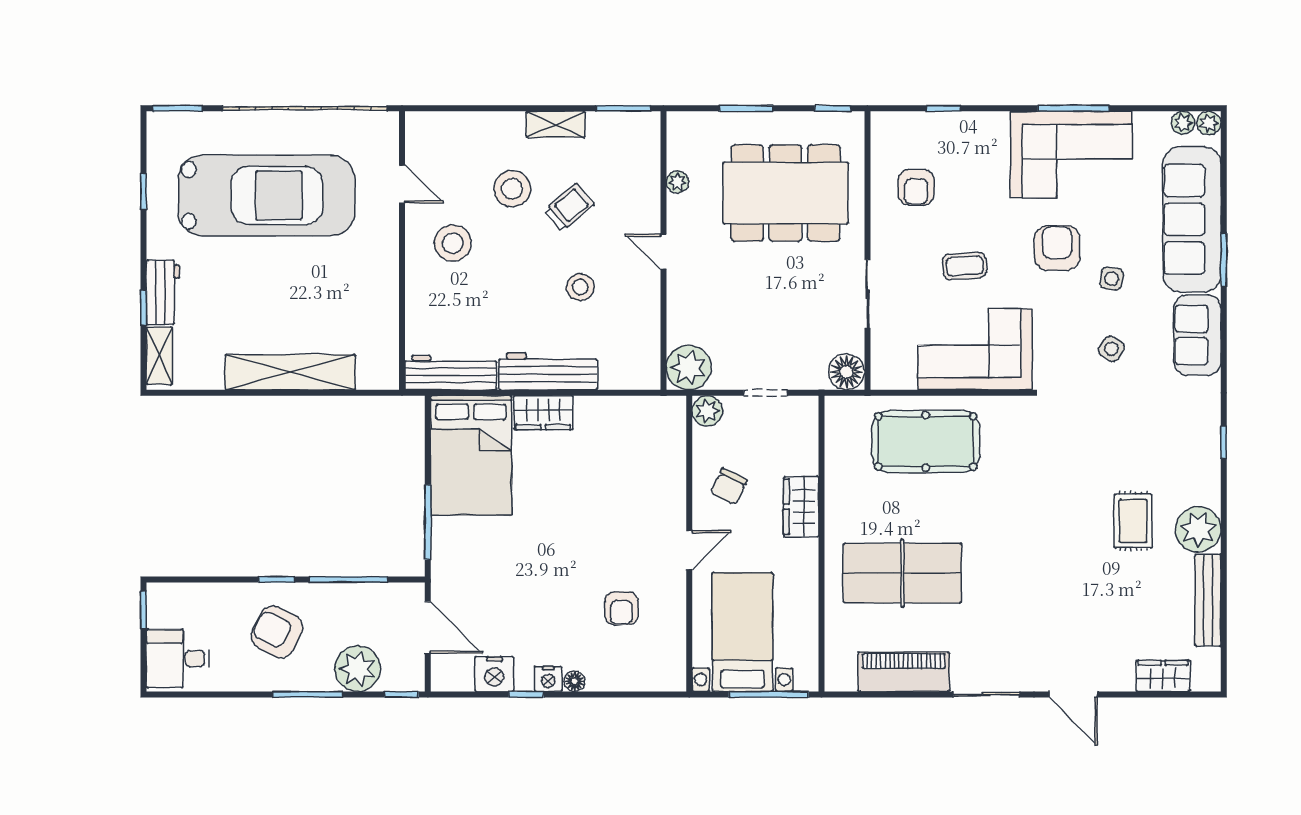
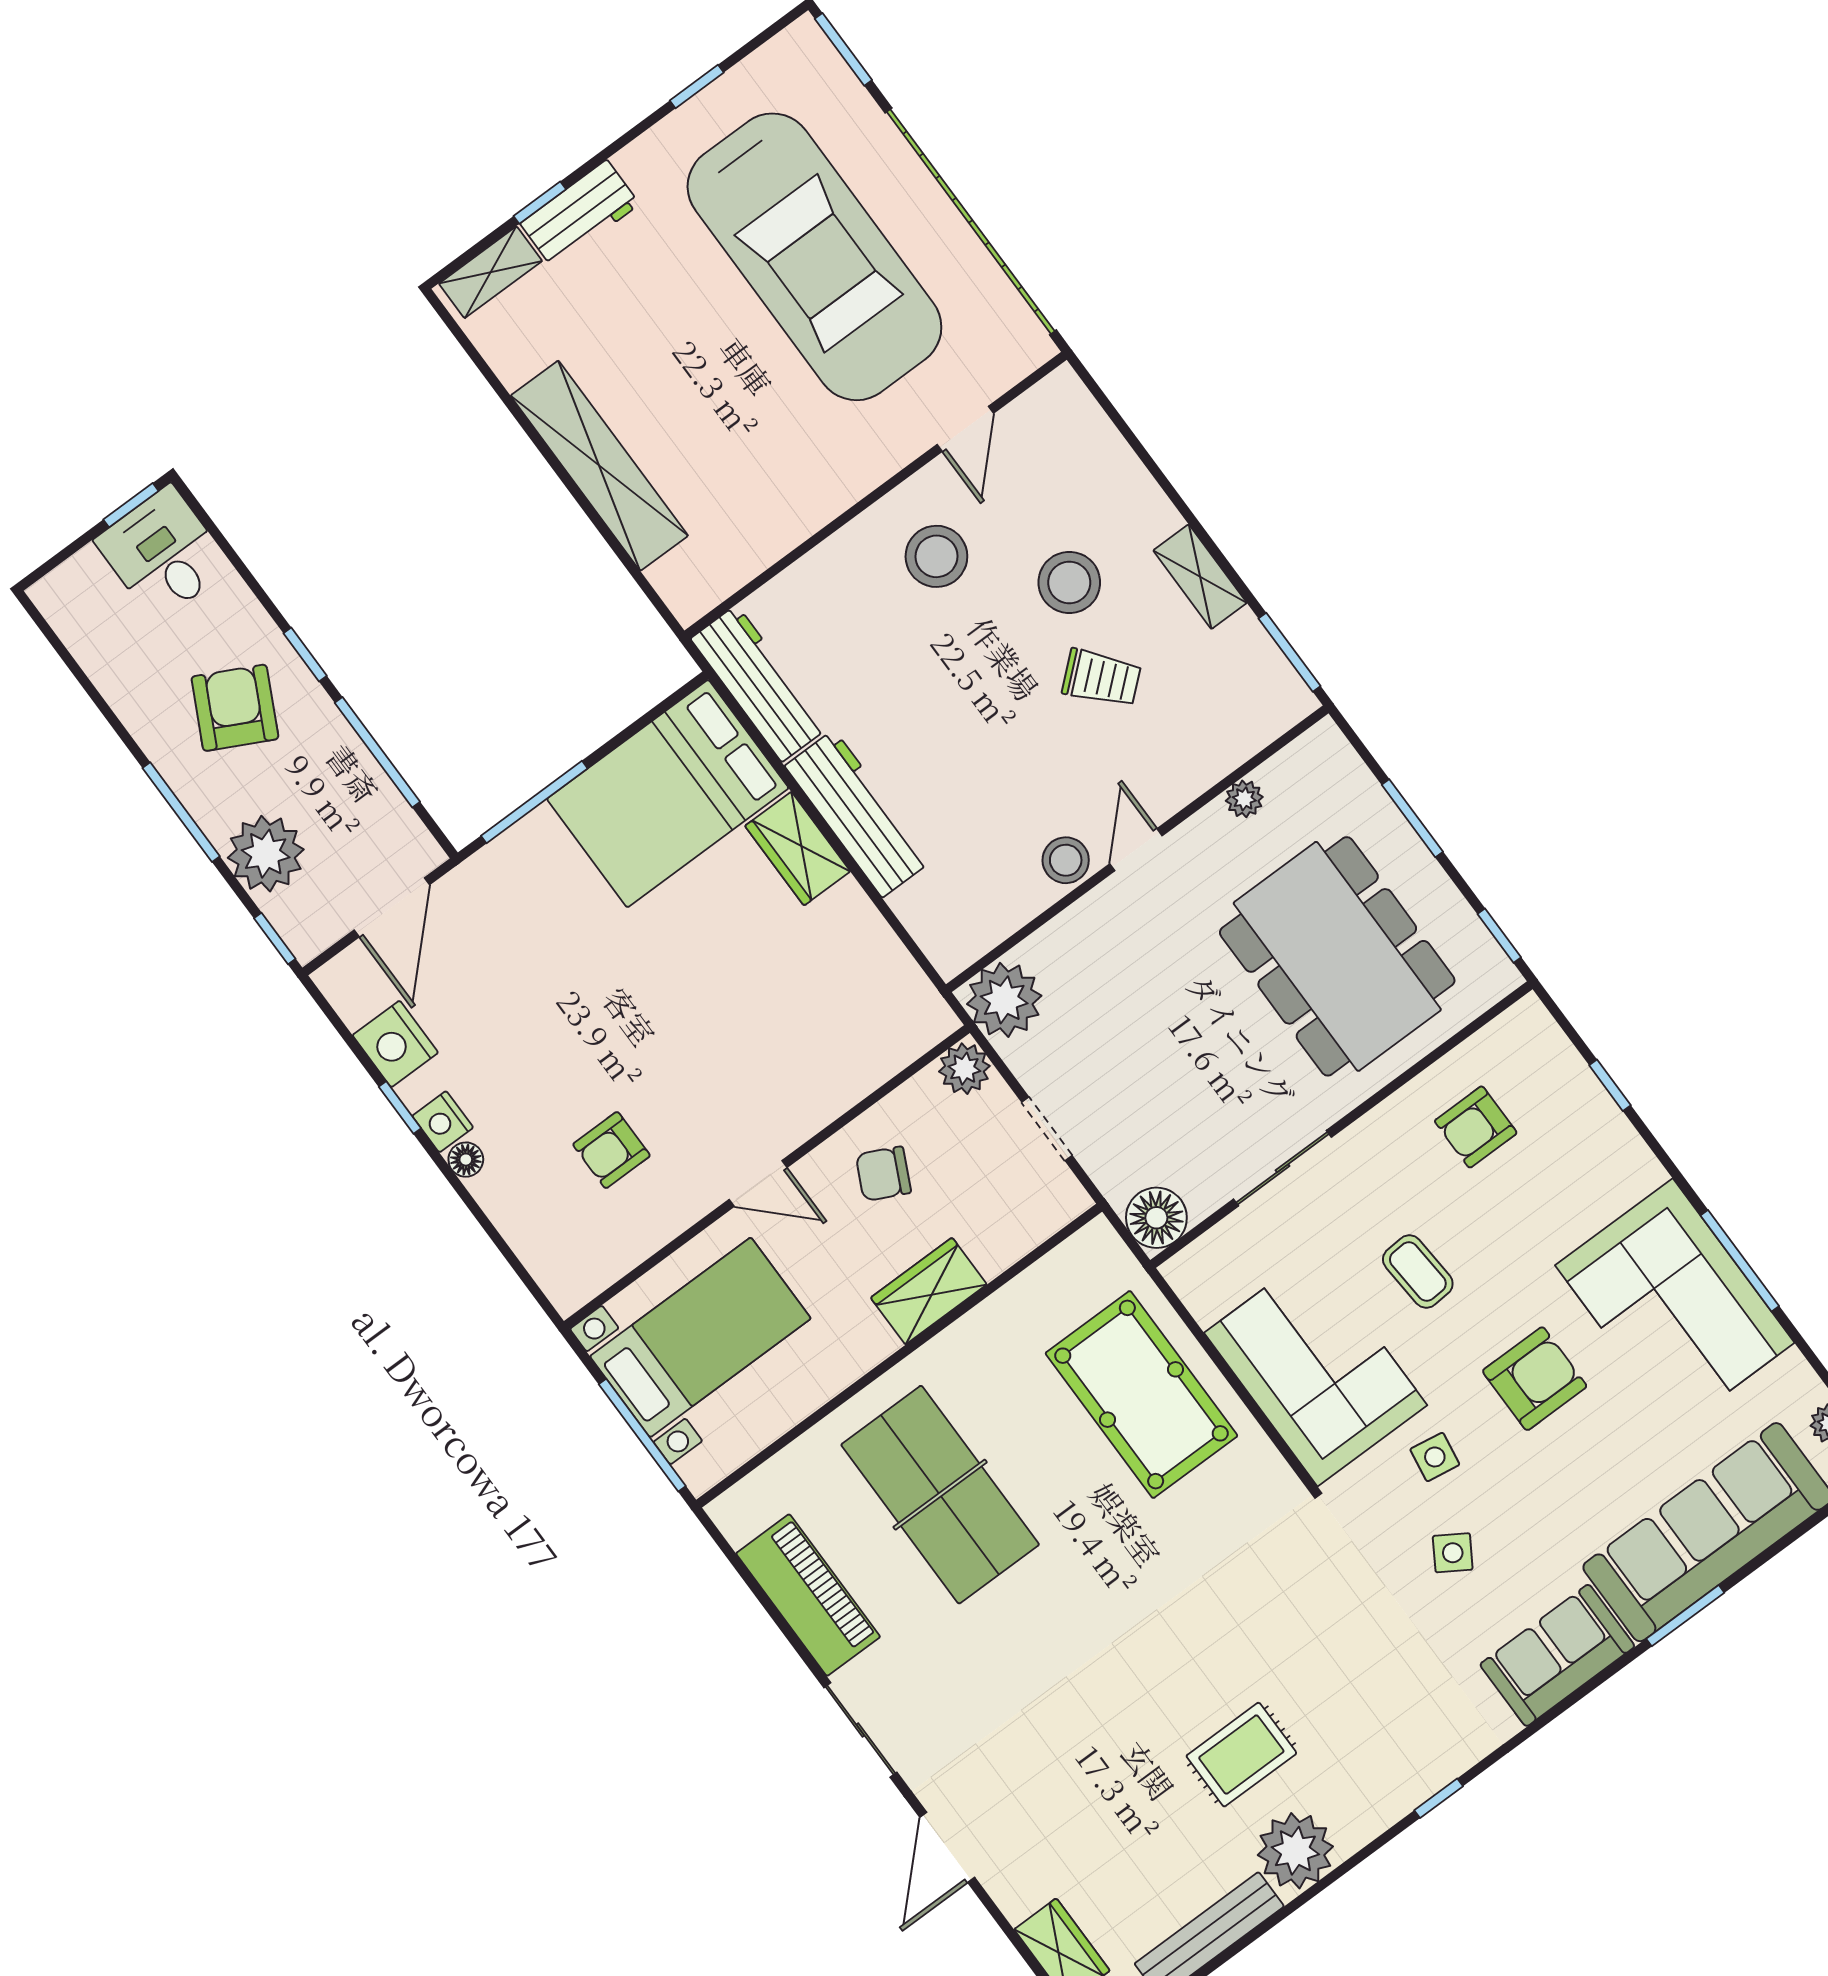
side table: (1112, 279) -> (1435, 1457), moved
stool: (580, 287) -> (1066, 860), moved
desk: (178, 659) -> (163, 553), moved

